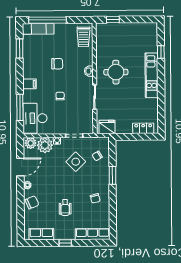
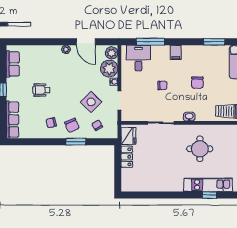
round table: (116, 72) -> (200, 149), moved
kitchen unit: (152, 75) -> (208, 185), moved
desk: (35, 118) -> (138, 58), width x0.73
locker: (143, 128) -> (127, 157), moved
chair: (32, 202) -> (72, 125), moved

